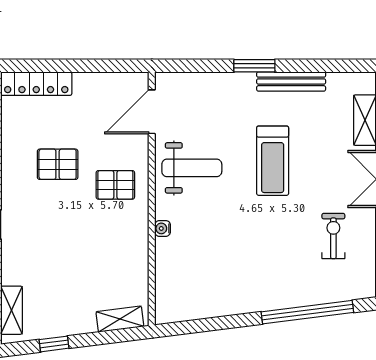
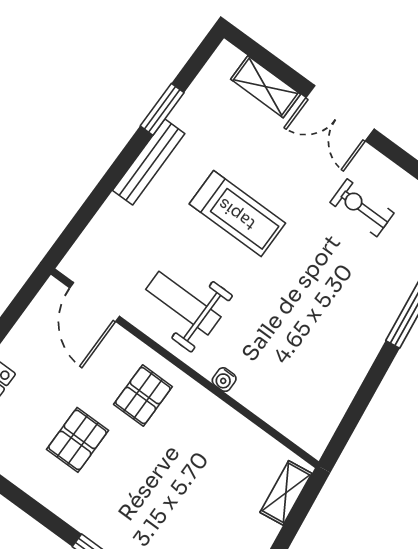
window: (254, 66) -> (162, 109), moved
bench: (291, 81) -> (149, 162), moved
weight bench: (192, 168) -> (183, 303), turned -90

